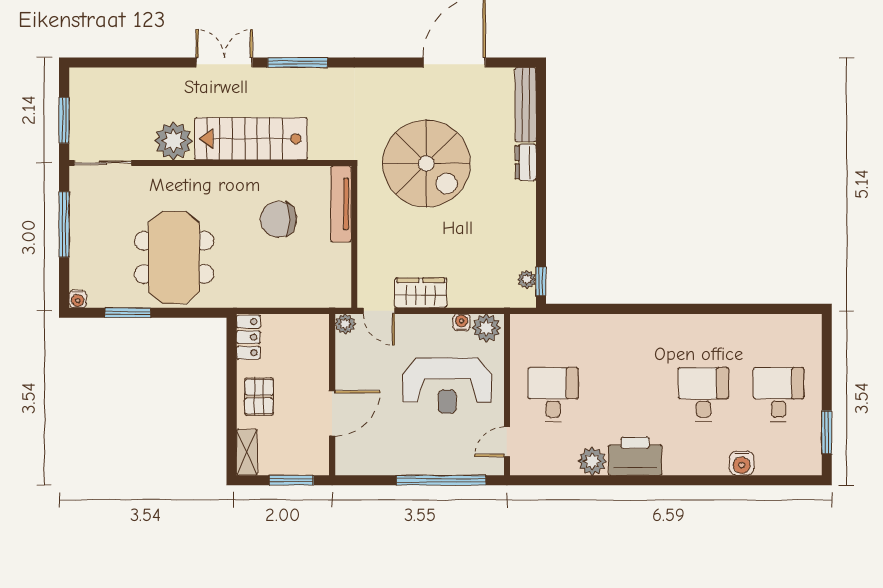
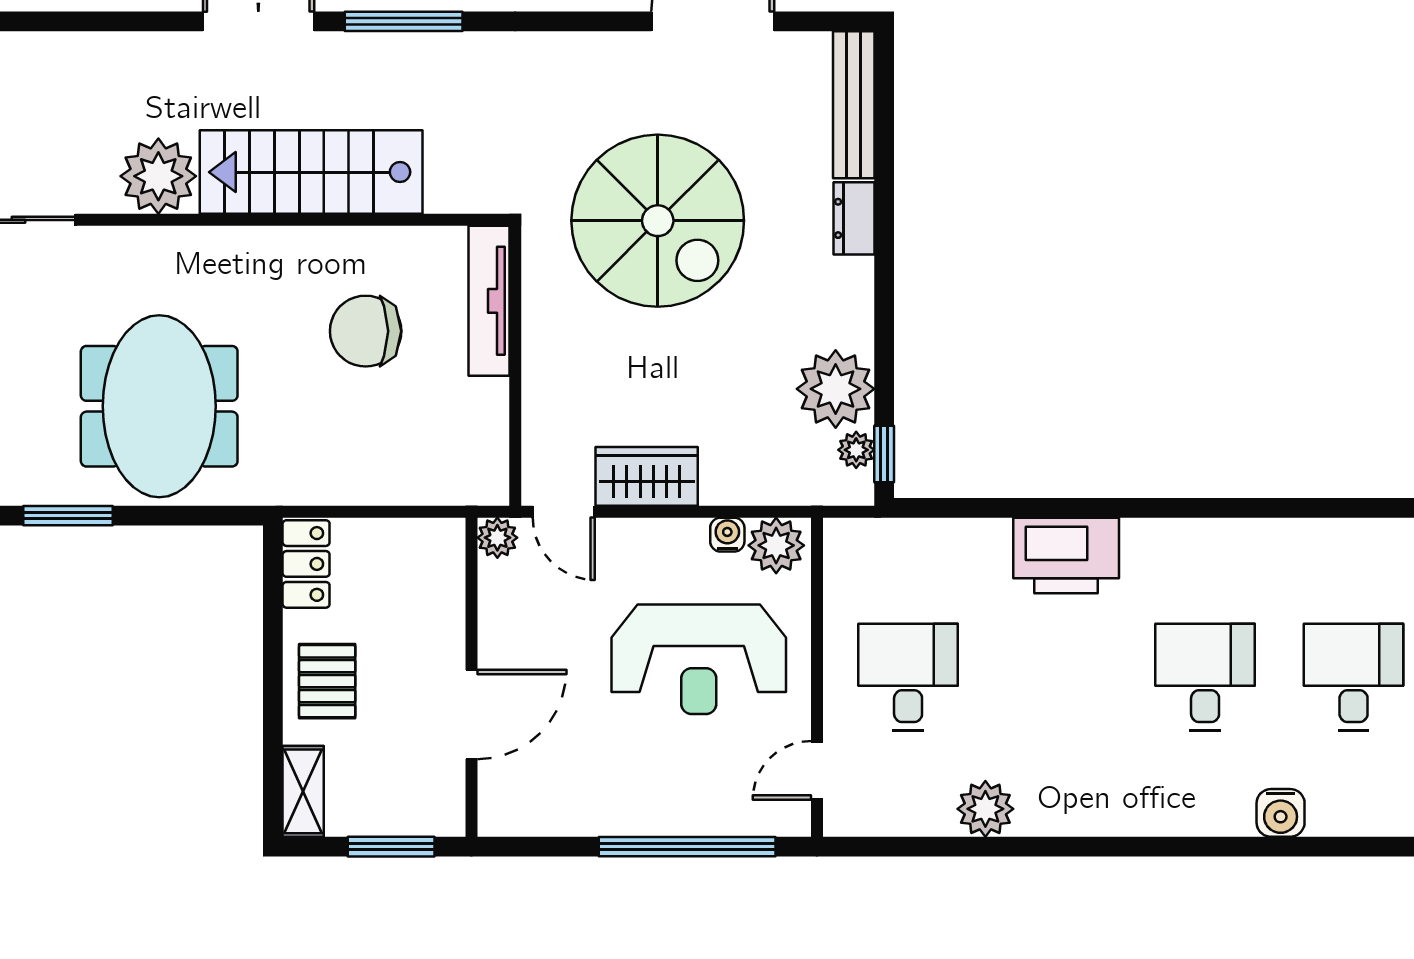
plant: (516, 249) -> (836, 389), added
printer: (635, 456) -> (1066, 556), moved, turned 180

